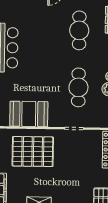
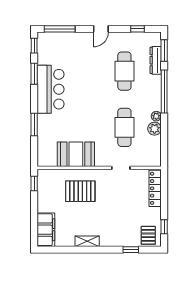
pallet: (33, 151) -> (80, 191), width x0.73, depth x0.71

